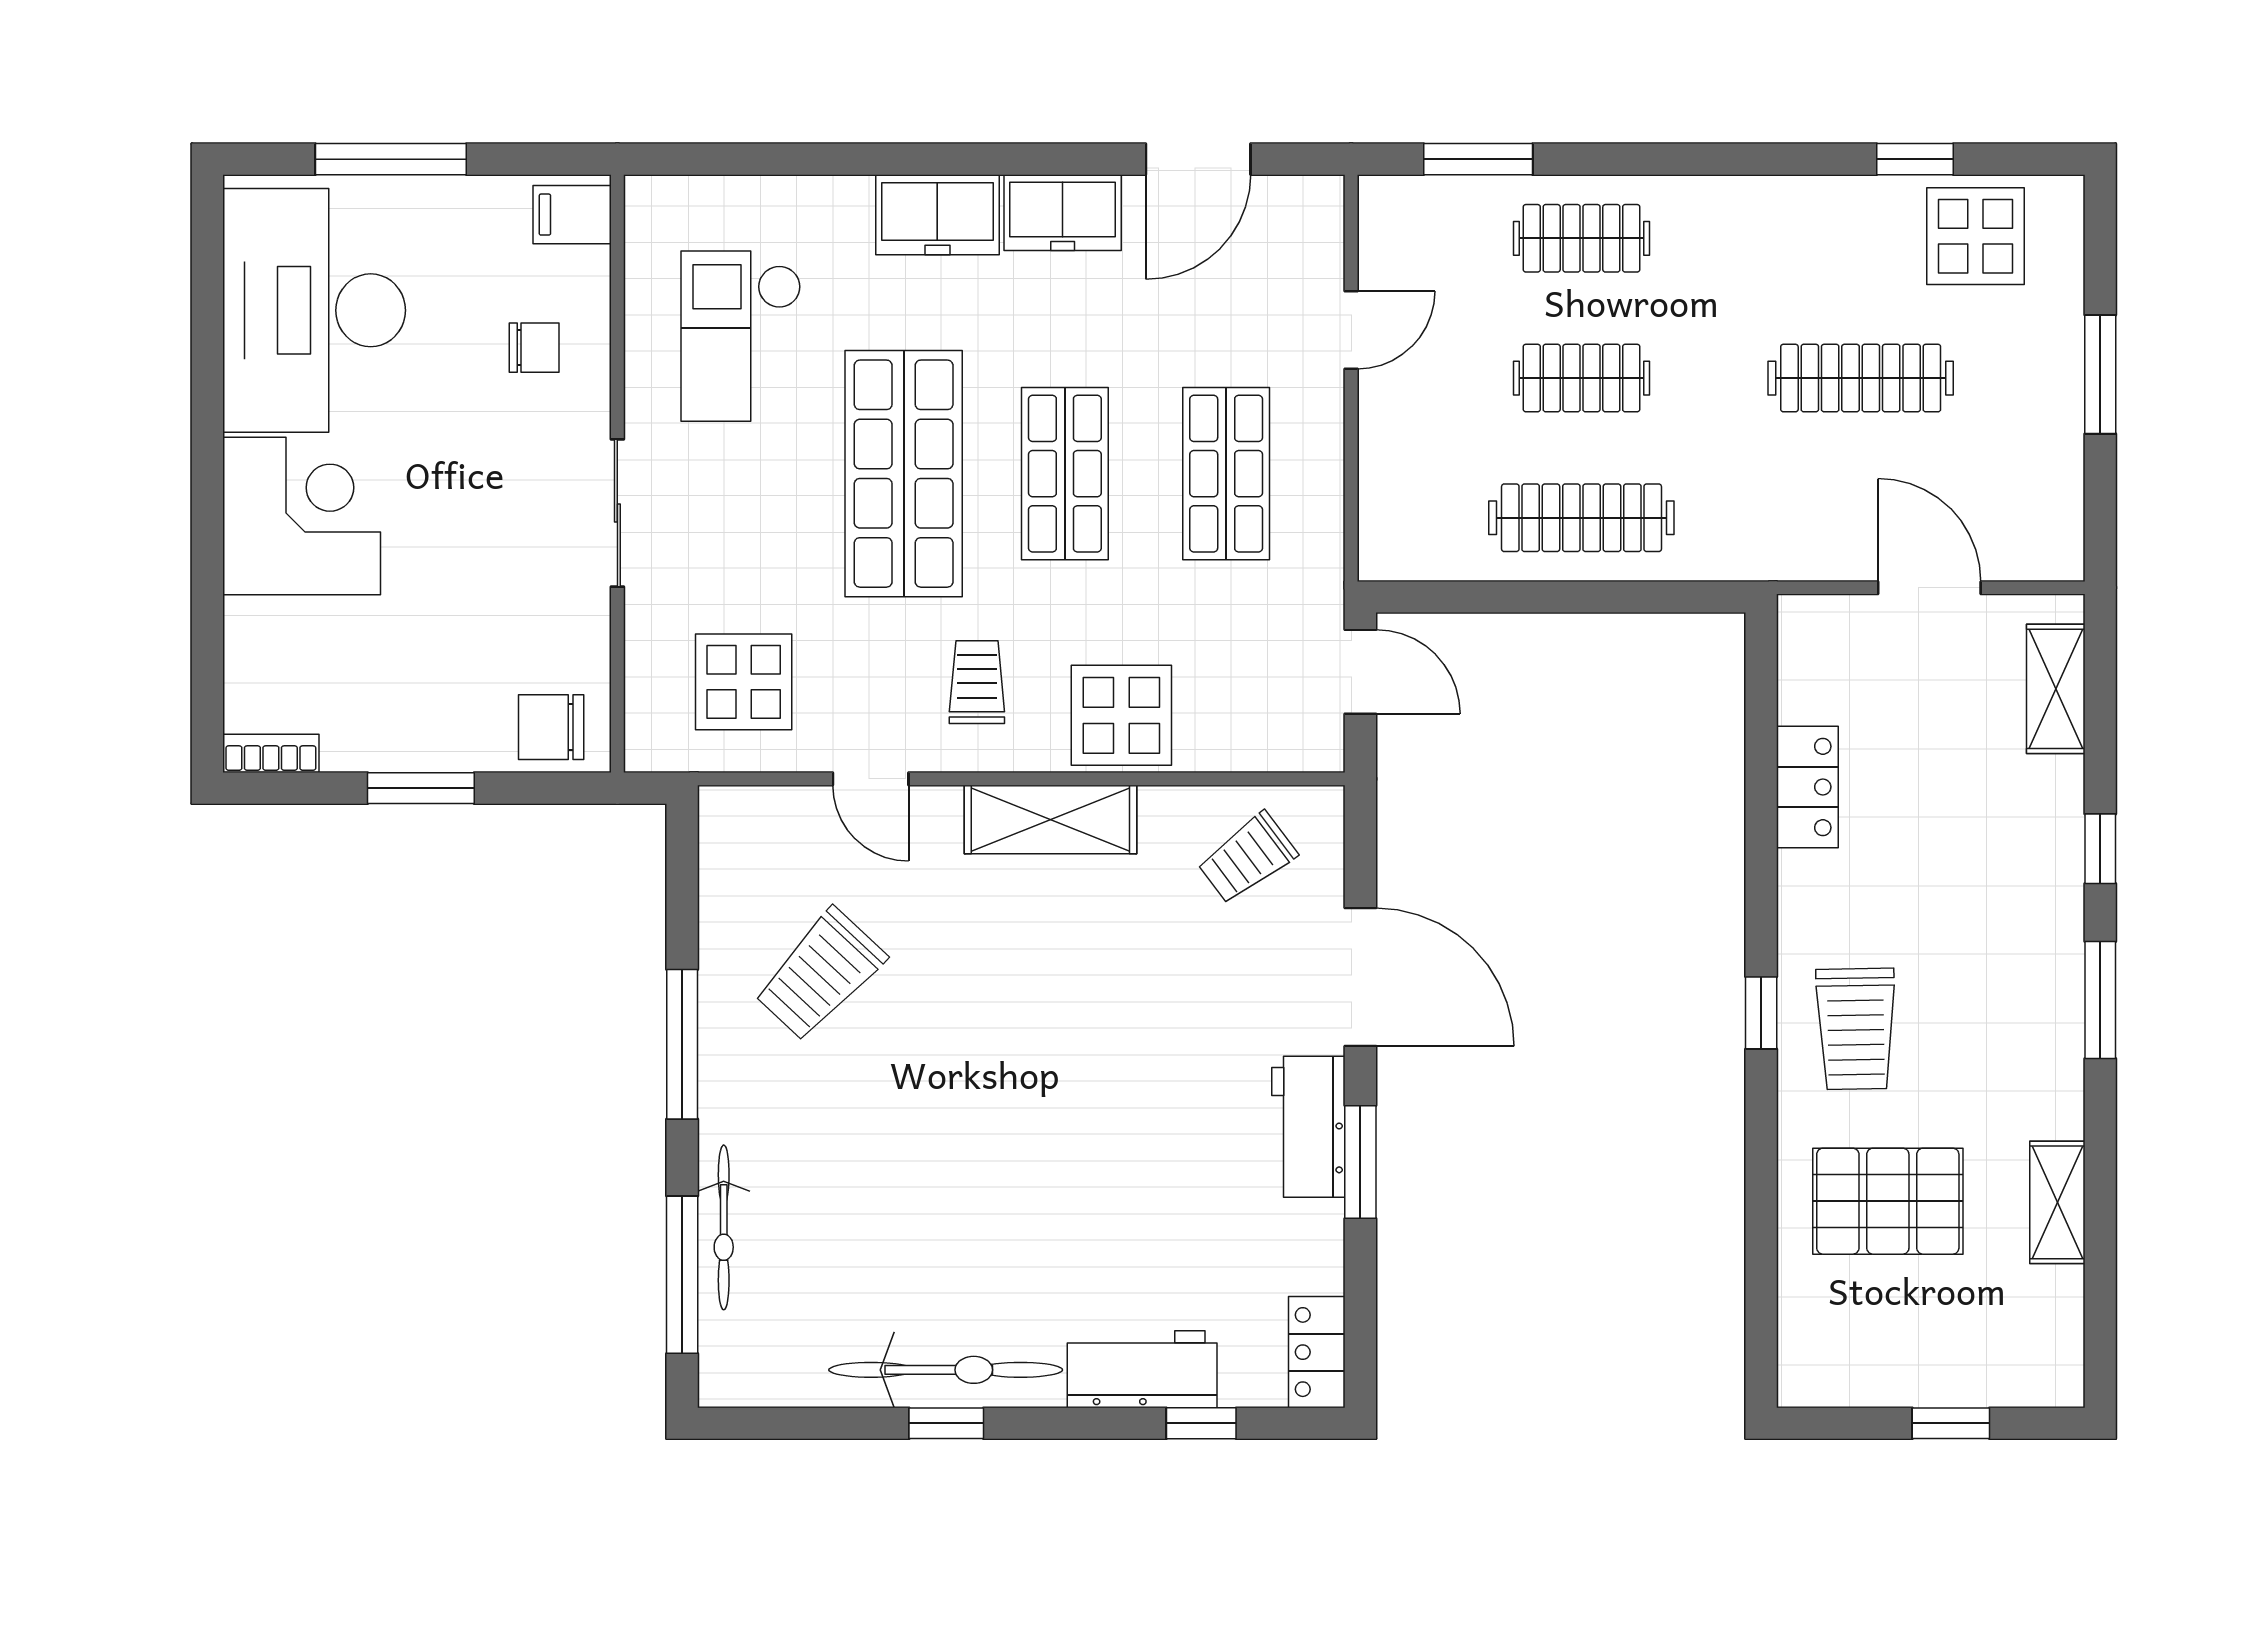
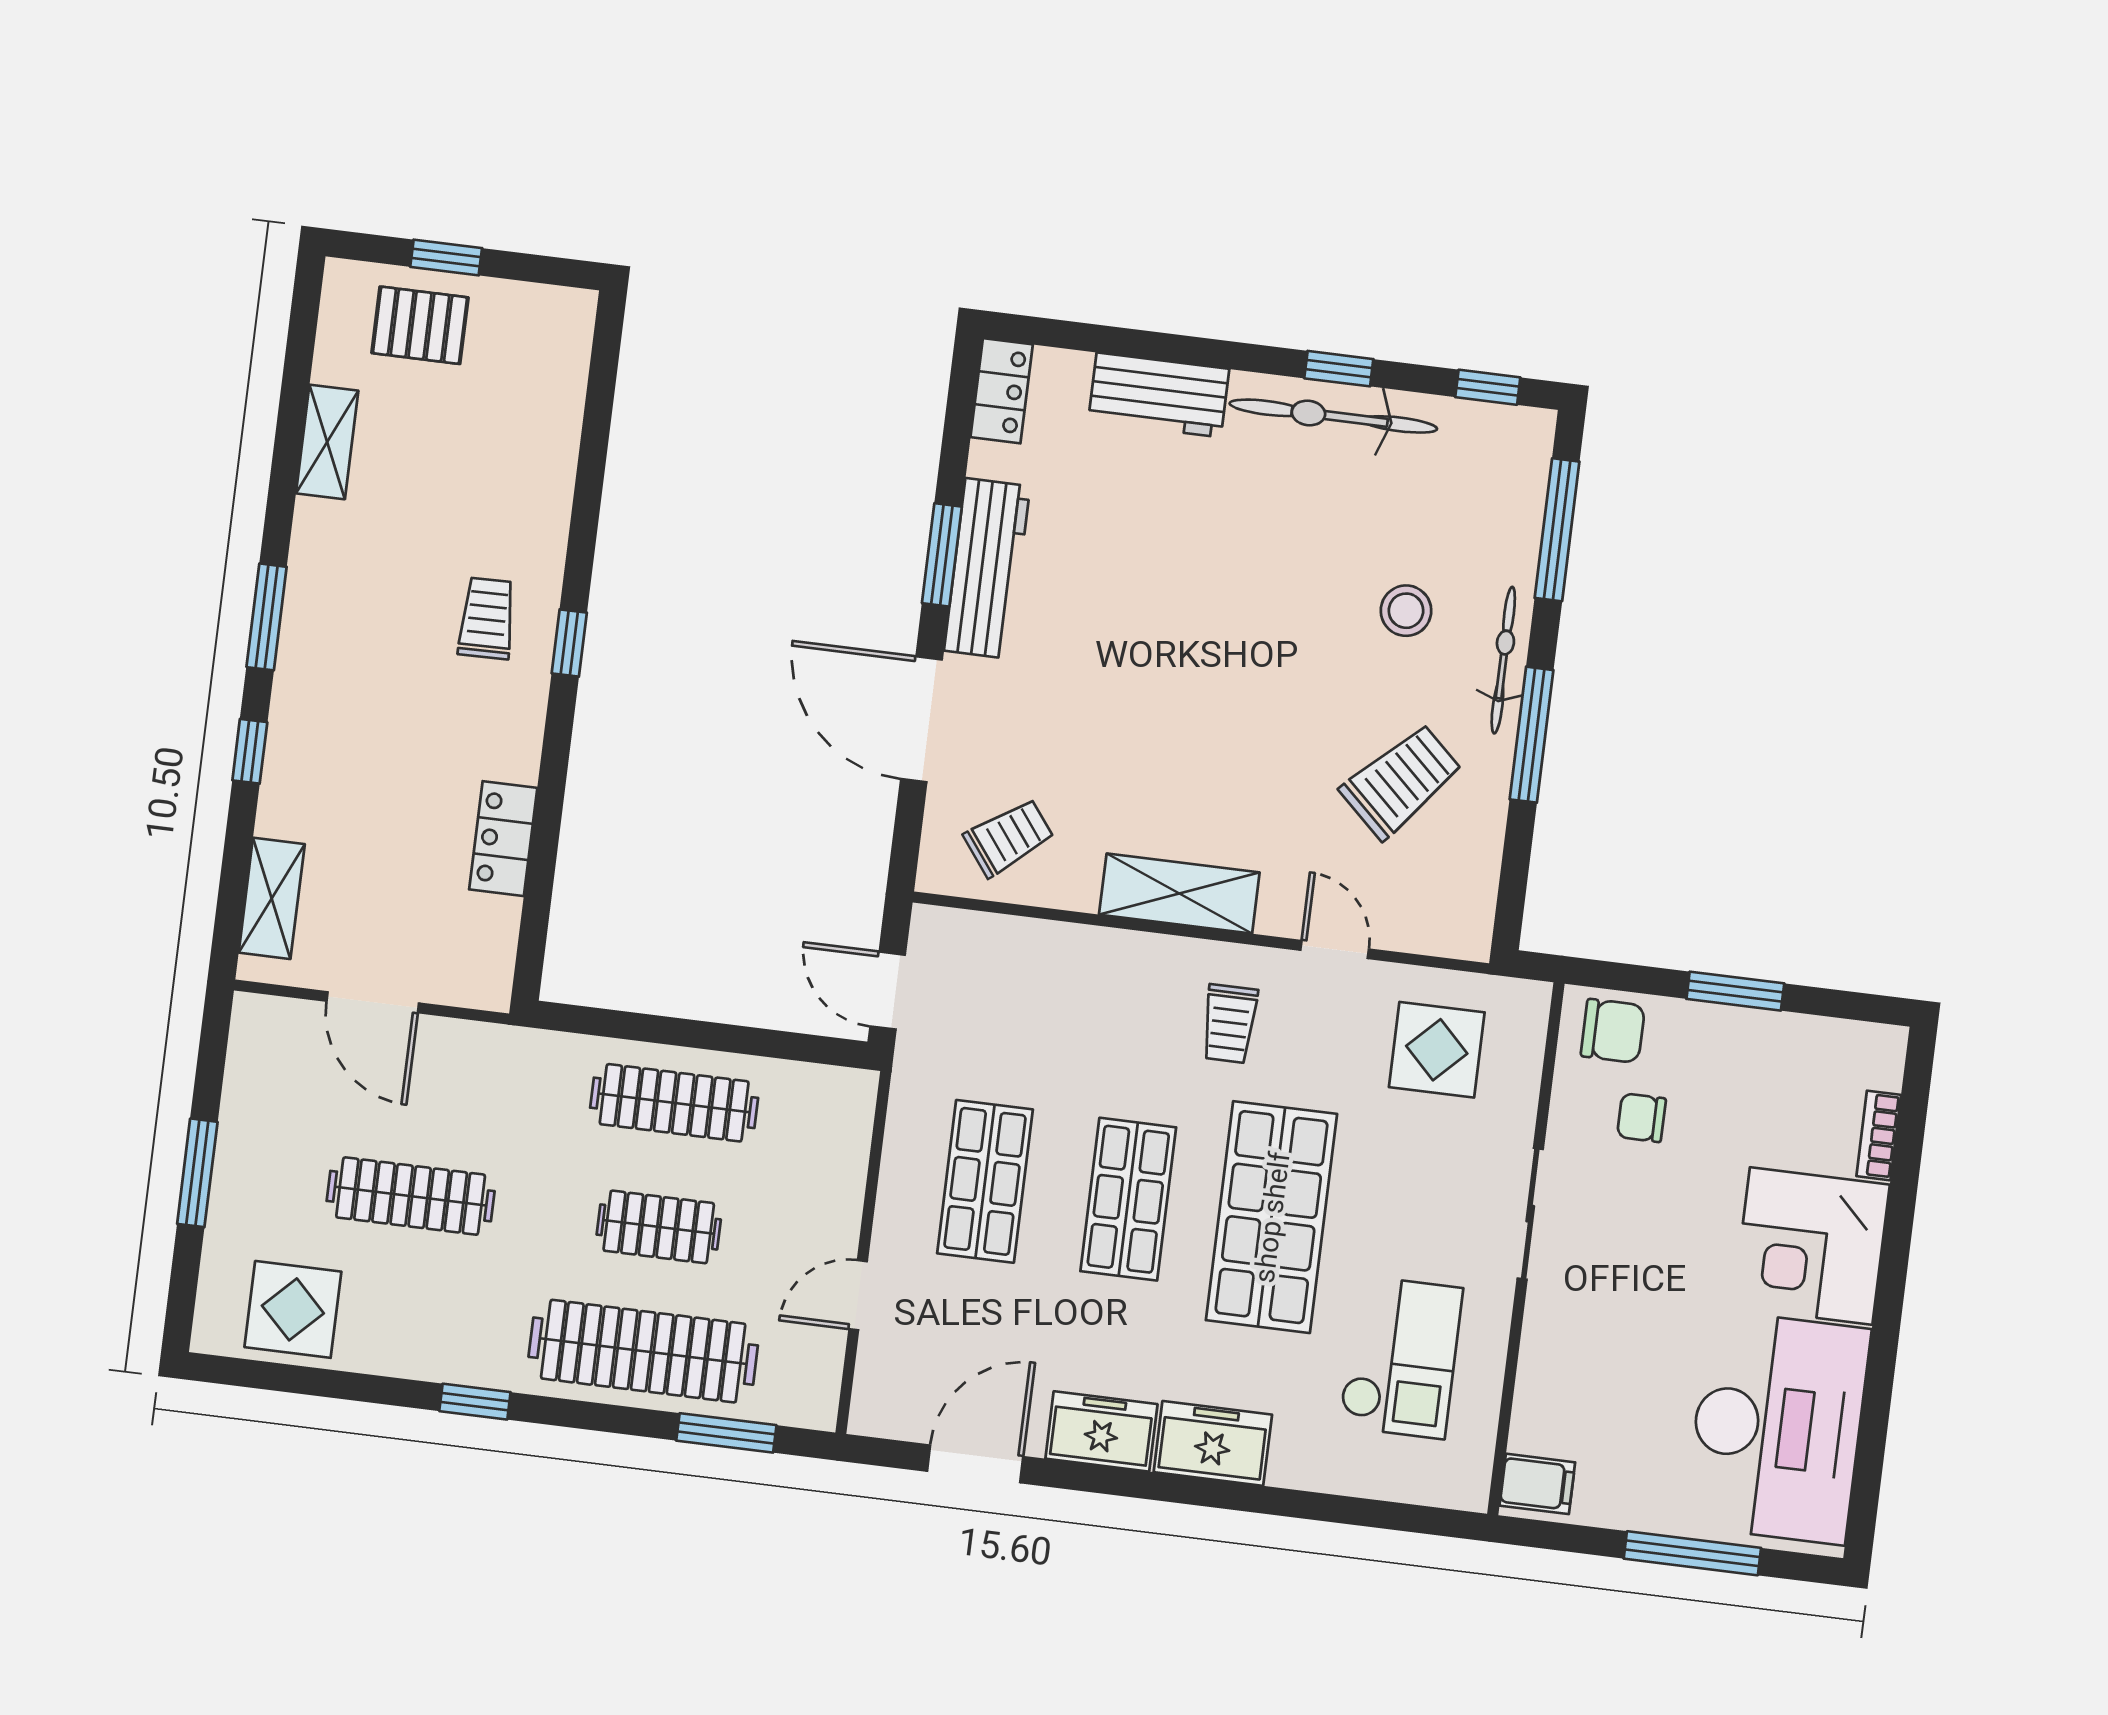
window: (1915, 159) -> (475, 1402), moved
clothes rail: (1581, 238) -> (643, 1351), width x1.86, depth x1.31
chair: (534, 348) -> (1641, 1118), moved
display table: (1121, 715) -> (1105, 978), removed
bookcase: (271, 753) -> (1879, 1135), moved, turned 90
trolley: (1856, 1029) -> (487, 618), width x0.73, depth x0.72
workbench: (1308, 1127) -> (987, 568), width x1.38
stool: (838, 1164) -> (1406, 611), added
pallet: (1888, 1201) -> (420, 325), moved, width x0.67, depth x0.71
bicycle: (724, 1227) -> (1503, 660), moved
window: (1201, 1423) -> (1488, 387), moved

